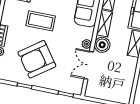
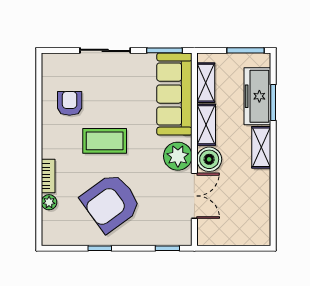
plant: (87, 44) -> (178, 156), width x1.88, depth x1.88
double door: (89, 65) -> (194, 196), swing flipped

